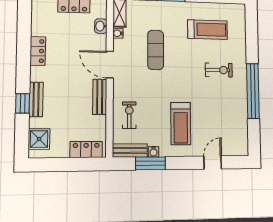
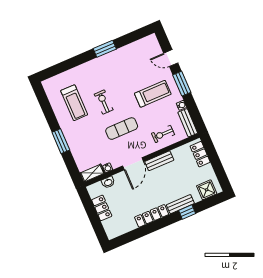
treadmill: (207, 30) -> (74, 103), turned 180
exercise mat: (156, 50) -> (122, 129), moved
locker: (38, 51) -> (152, 216), width x1.53
exercise bike: (219, 70) -> (104, 102), moved
window: (253, 91) -> (105, 49), width x0.47
window: (151, 163) -> (182, 84), moved

